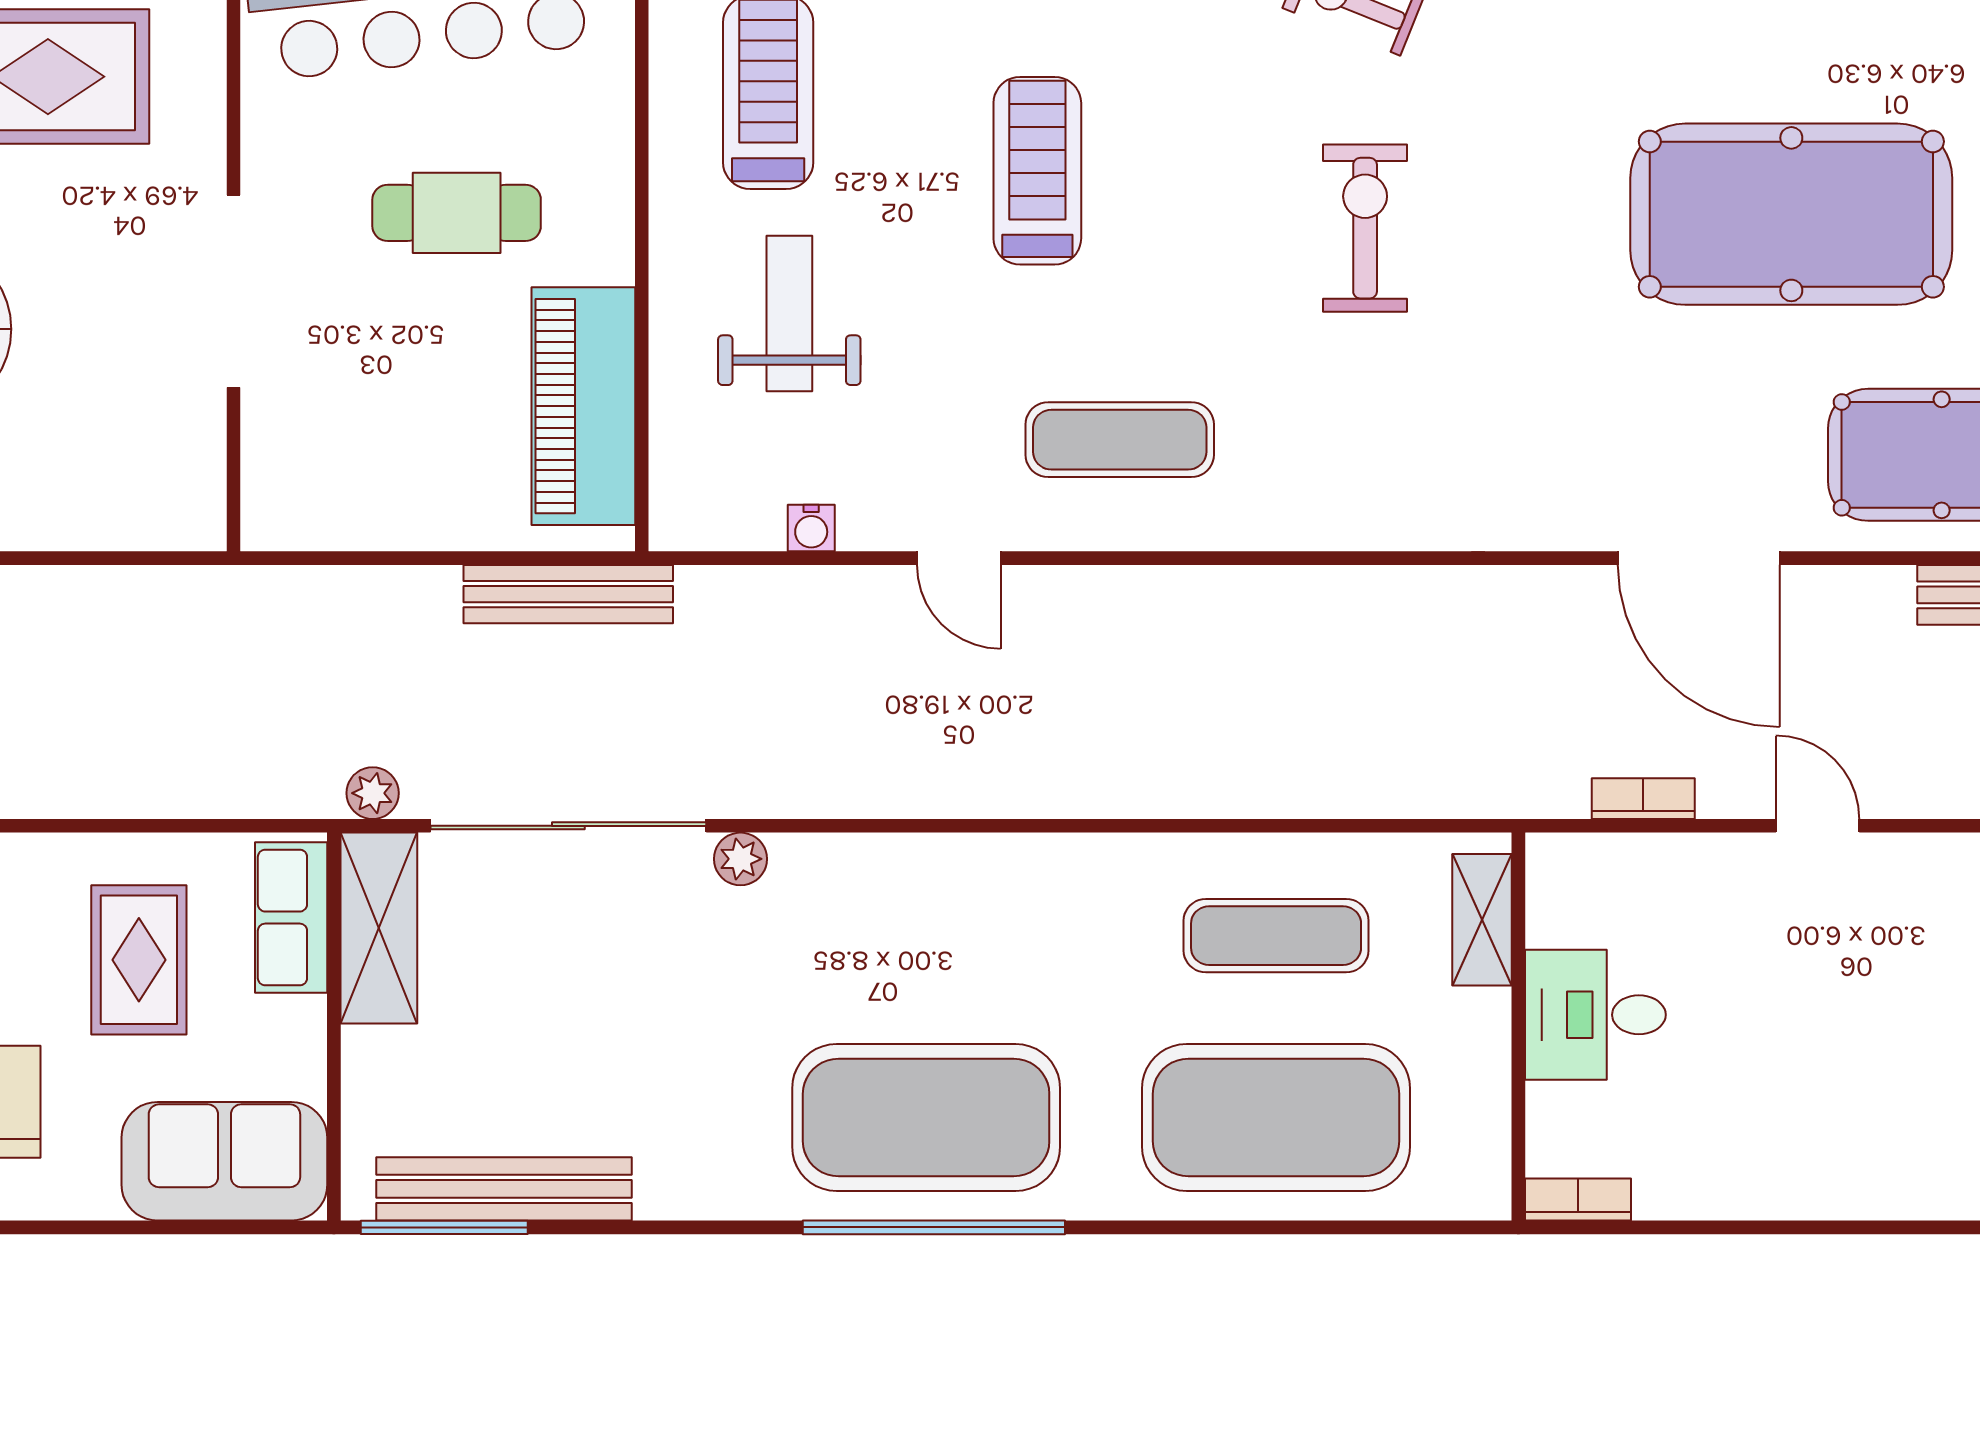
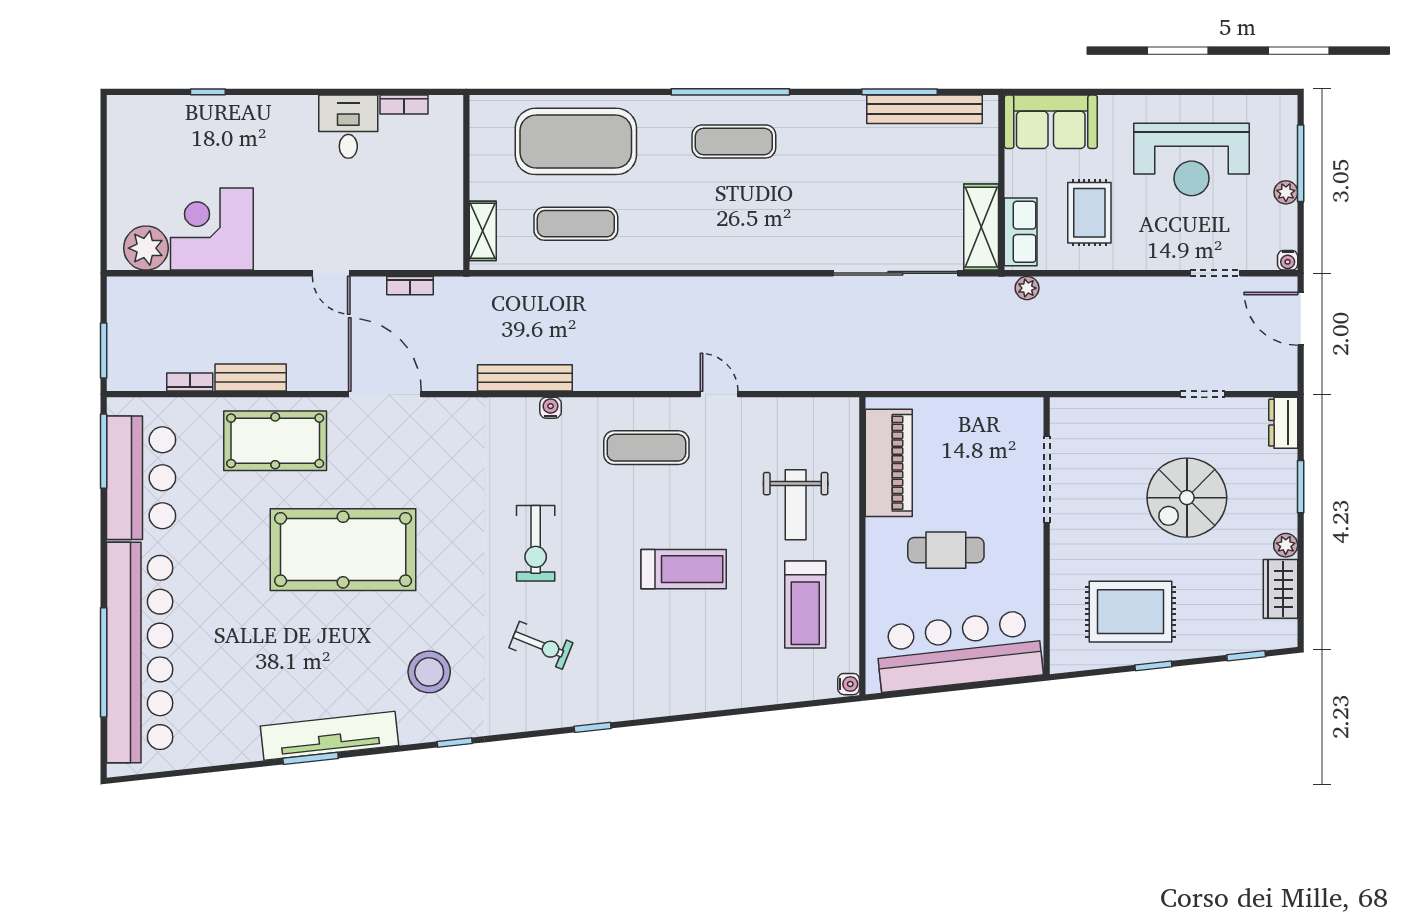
treadmill: (1037, 171) -> (684, 569), turned -90
doorway: (233, 291) -> (1047, 480), moved
water cooler: (811, 528) -> (551, 408), moved
bench: (568, 594) -> (525, 378), moved
plant: (373, 793) -> (1027, 288), moved
plant: (740, 859) -> (818, 258), removed
desk: (1595, 1015) -> (348, 127), moved, turned -90
exercise mat: (926, 1118) -> (734, 141), width x0.50, depth x0.69
bookcase: (1578, 1199) -> (404, 104), moved
window: (444, 1227) -> (899, 92), moved

